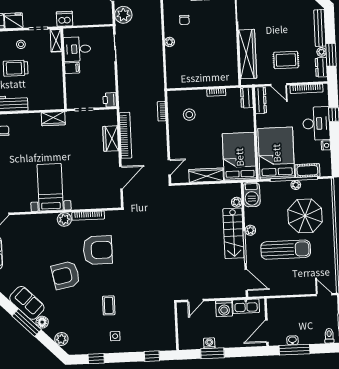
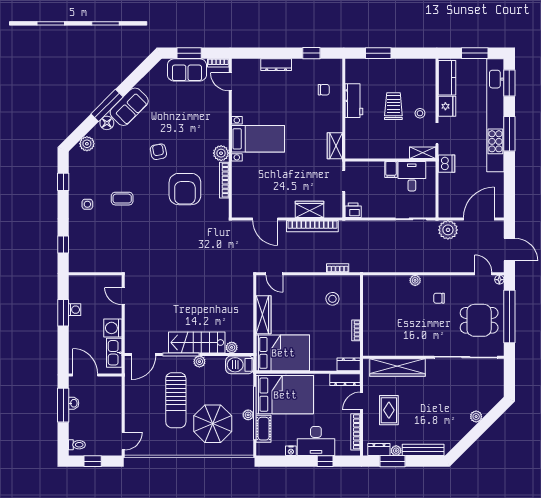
armchair: (66, 275) -> (158, 152), width x0.53, depth x0.53

